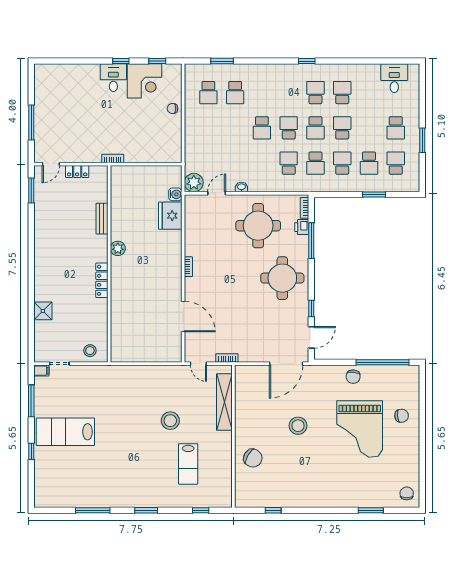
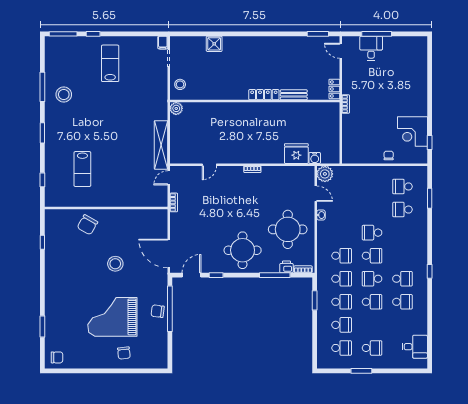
window: (121, 61) -> (430, 111), removed
desk: (113, 78) -> (371, 48), moved, turned -90
school desk: (396, 128) -> (372, 348), turned 180
school desk: (315, 163) -> (342, 279), turned 180
school desk: (369, 163) -> (342, 325), turned 180
locker: (77, 172) -> (334, 89), moved
window: (374, 195) -> (315, 300), moved
plant: (118, 248) -> (176, 108), moved
locker: (102, 280) -> (264, 95), moved
door: (183, 317) -> (209, 165), width x0.53
door: (311, 337) -> (191, 275), swing flipped
window: (382, 362) -> (170, 309), moved
window: (31, 401) -> (63, 34), moved
shelving: (224, 402) -> (161, 145), moved, turned 90
stool: (170, 421) -> (64, 95), moved
lab bench: (65, 432) -> (110, 63), width x0.73, depth x0.72
lab bench: (188, 464) -> (82, 169), turned -90

